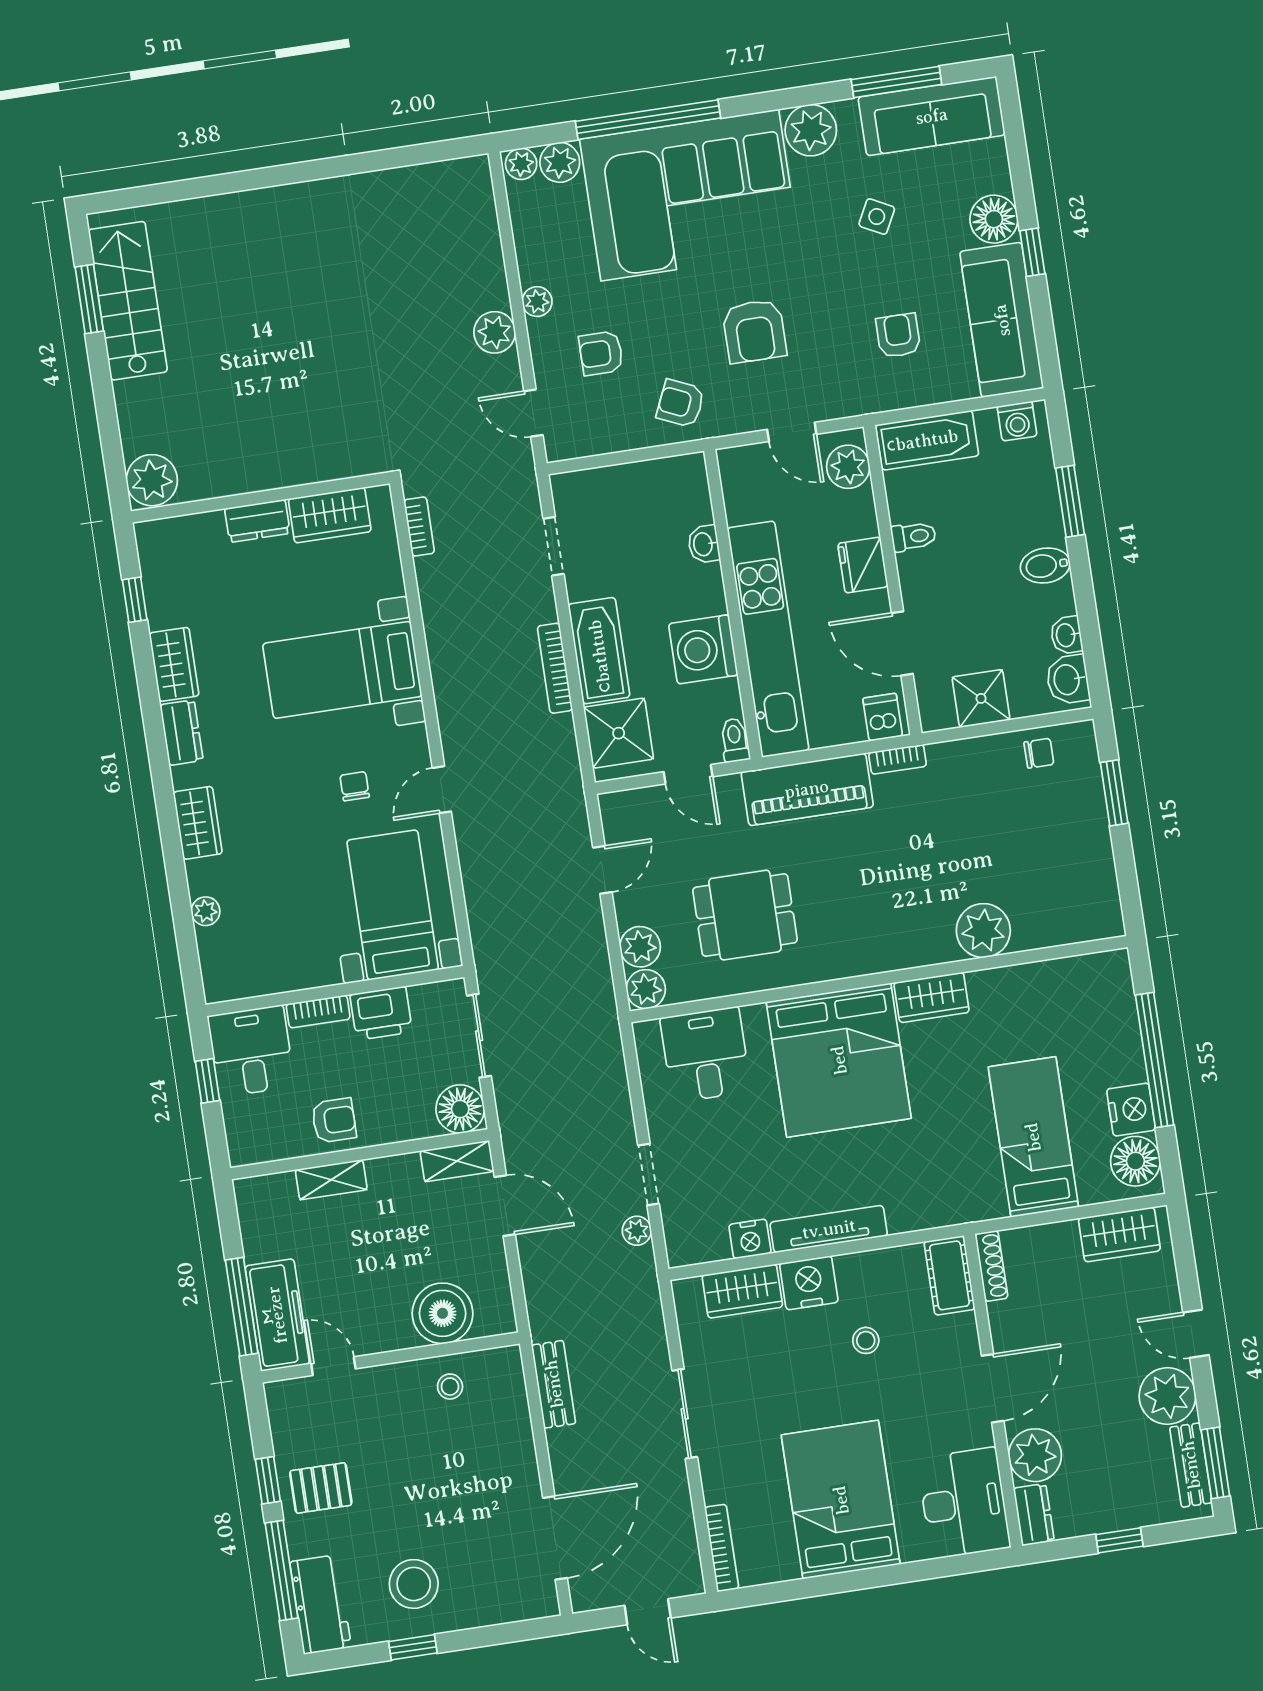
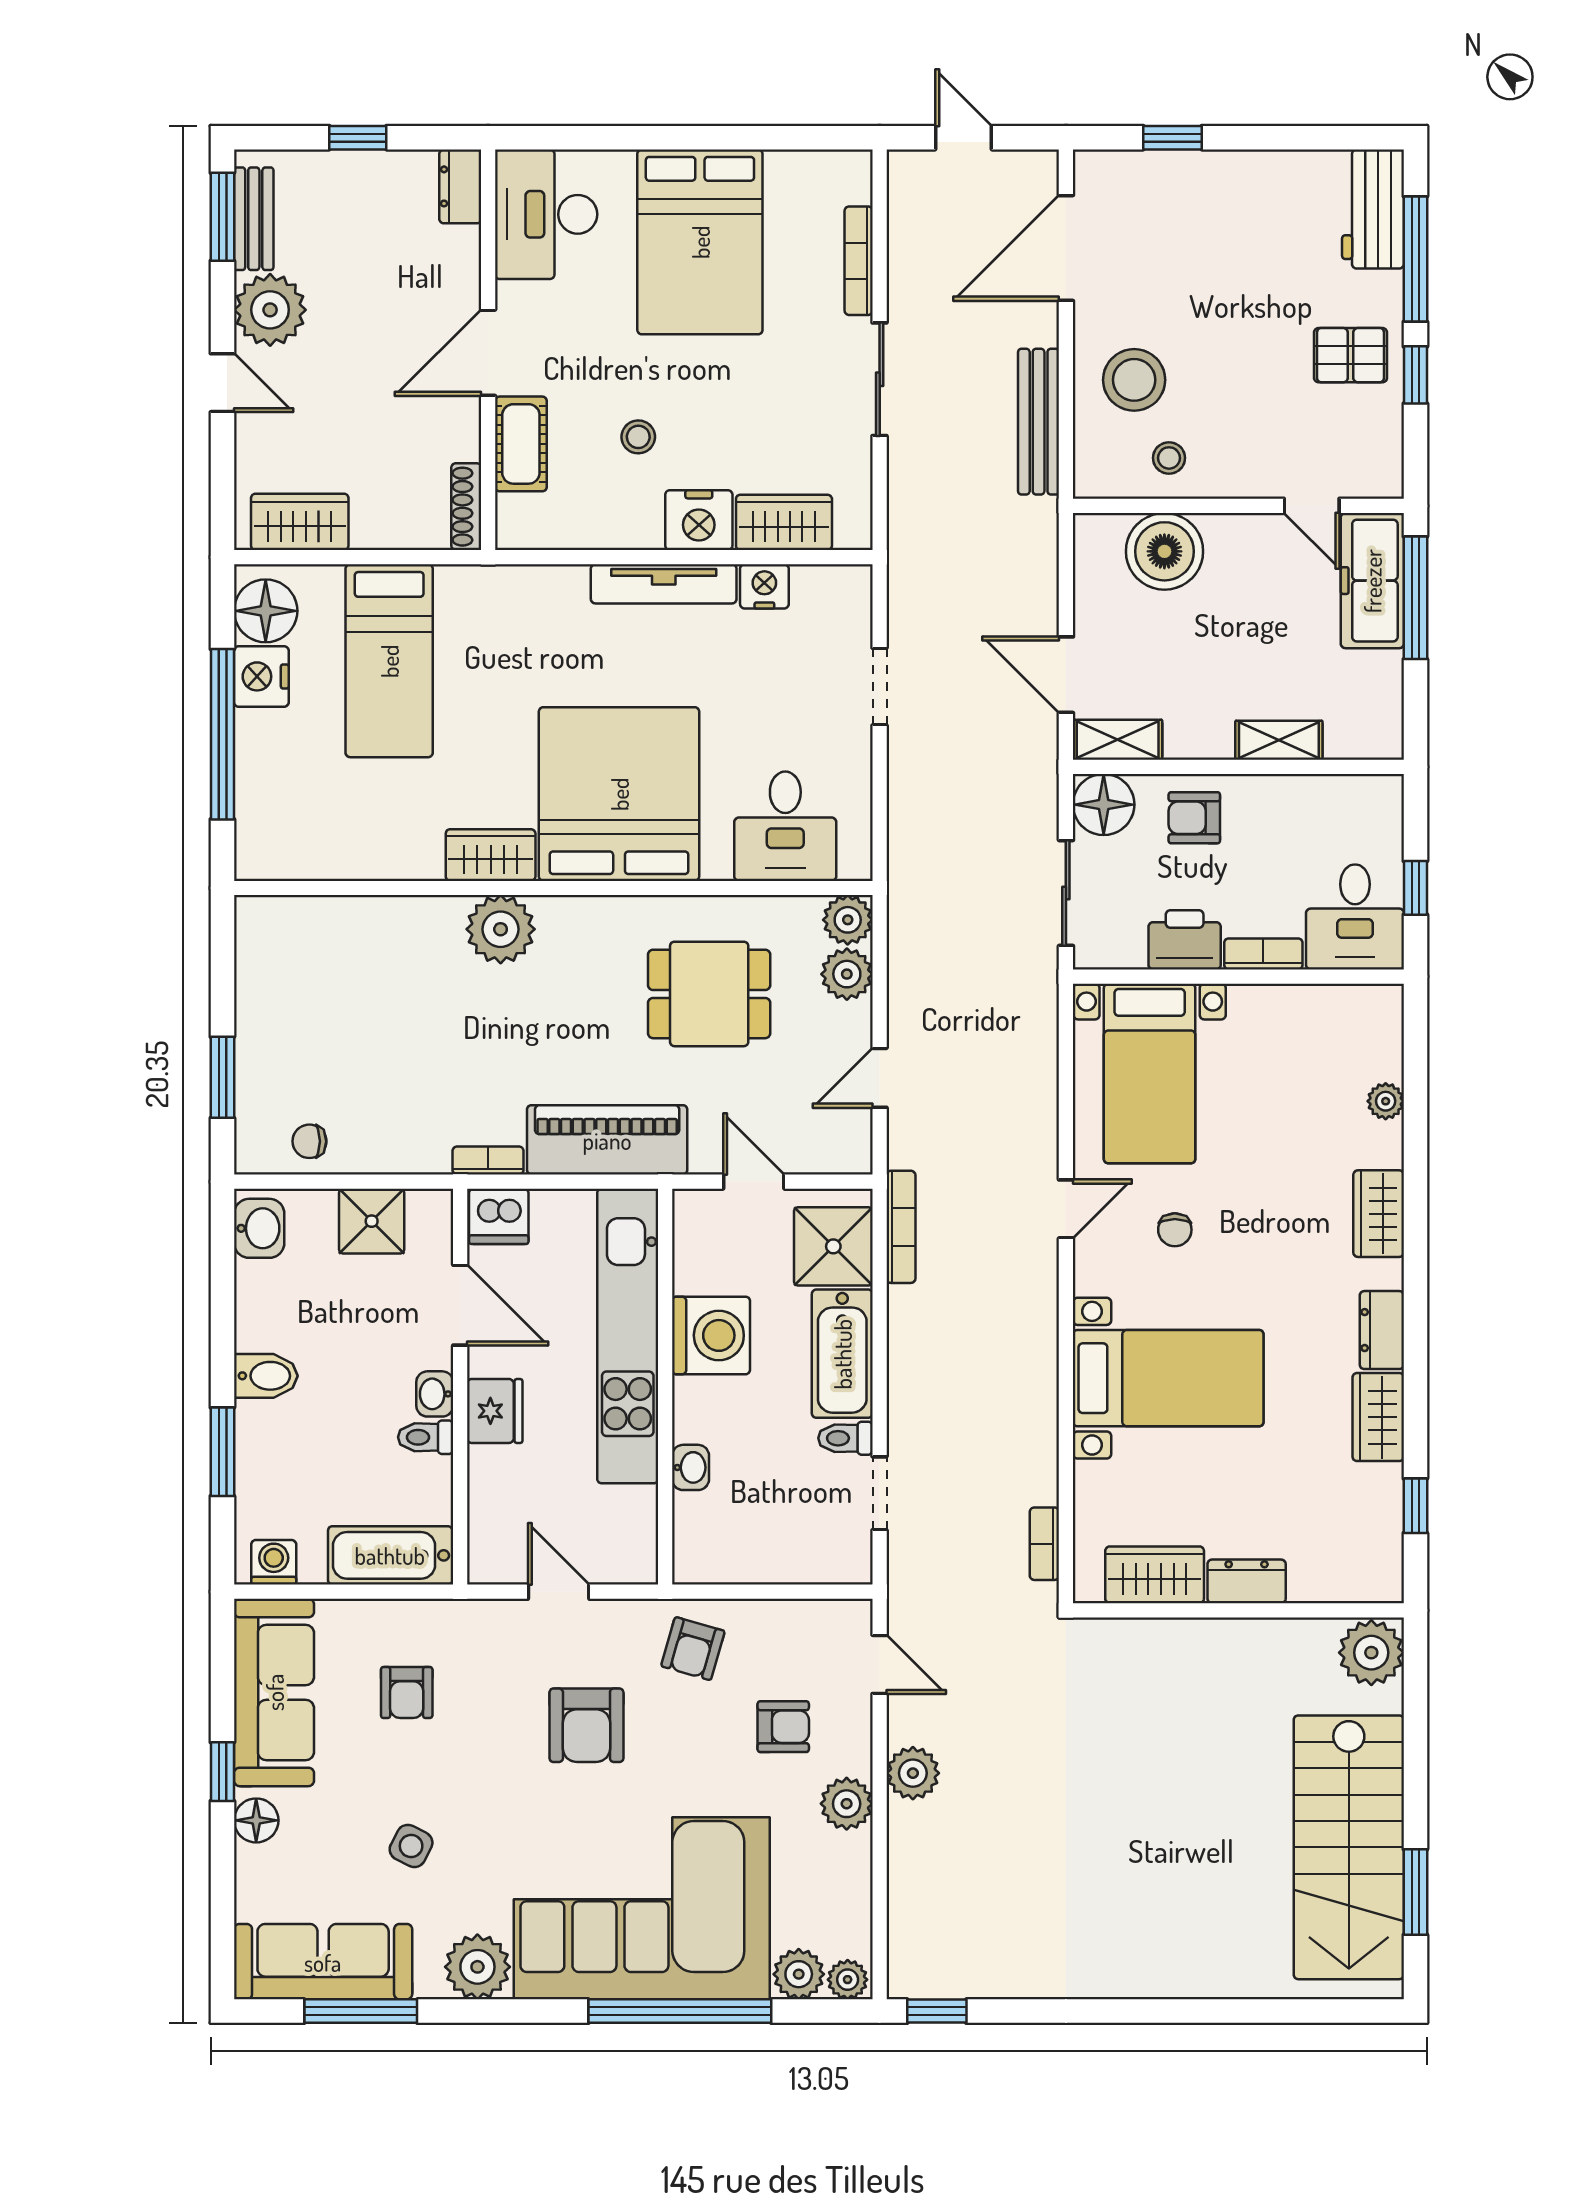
window: (448, 150) -> (937, 2011), added
floor lamp: (994, 219) -> (256, 1820), width x0.73, depth x0.73
stairs: (128, 301) -> (1349, 1847), width x1.36, depth x1.51
plant: (537, 302) -> (847, 1804), width x1.38, depth x1.38
armchair: (754, 331) -> (586, 1725), turned 180
armchair: (681, 403) -> (693, 1649), turned 82
plant: (848, 467) -> (495, 1537), removed
washbasin: (1066, 635) -> (435, 1394), moved, turned 180
bookcase: (555, 668) -> (901, 1227), moved
dishwasher: (883, 717) -> (499, 1216), width x1.38
toilet: (735, 740) -> (846, 1438), moved, turned 90
plant: (983, 931) -> (501, 929), moved
armchair: (334, 1120) -> (1194, 818), moved
plant: (637, 1231) -> (905, 618), removed
cot: (949, 1275) -> (521, 444), moved
bench: (554, 1384) -> (1039, 422), width x1.36
plant: (1035, 1455) -> (448, 261), removed
bookcase: (722, 1548) -> (859, 261), moved
stool: (414, 1584) -> (1134, 380), moved
window: (413, 1647) -> (1173, 138), moved

